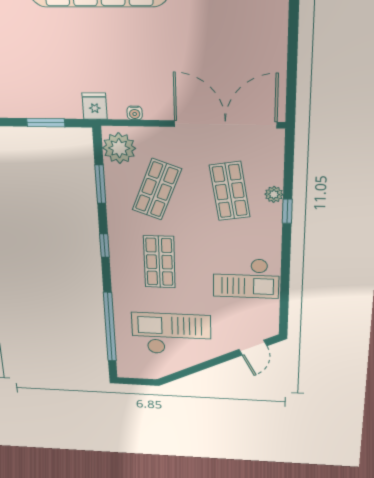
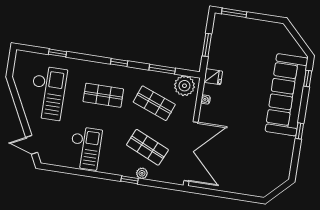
shop shelf: (230, 191) -> (147, 147), turned 33
checkout: (246, 278) -> (85, 148), turned 180
window: (110, 327) -> (57, 53), width x0.32

